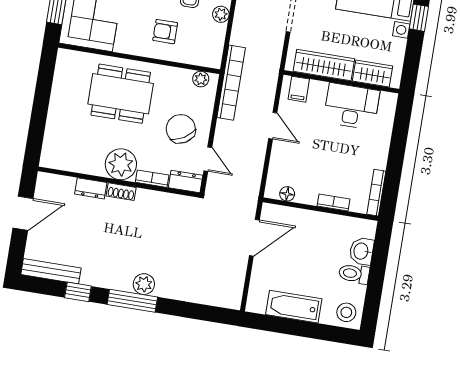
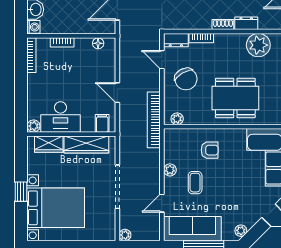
plant: (389, 100) -> (34, 126), added
plant: (121, 164) -> (258, 45), moved
washing machine: (368, 229) -> (33, 27), added

